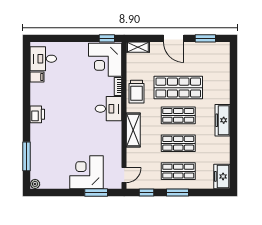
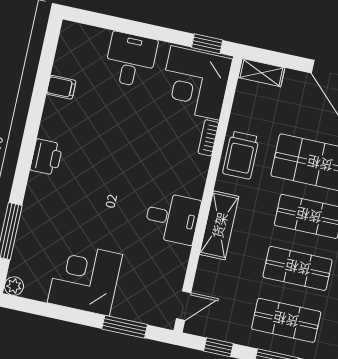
desk: (43, 59) -> (131, 60), moved, turned 90
desk: (108, 109) -> (172, 218), moved
corner desk: (87, 172) -> (85, 279), moved

